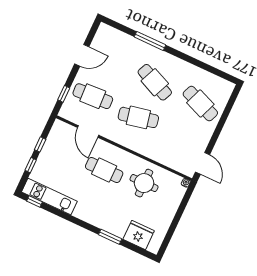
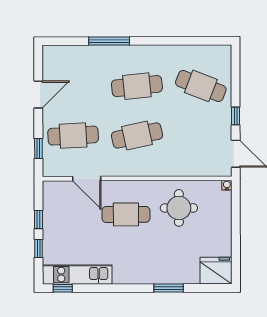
cafe table: (155, 82) -> (137, 86), turned -30
window: (215, 136) -> (236, 116), added
fridge: (139, 235) -> (216, 271), moved

